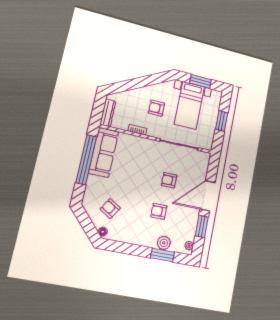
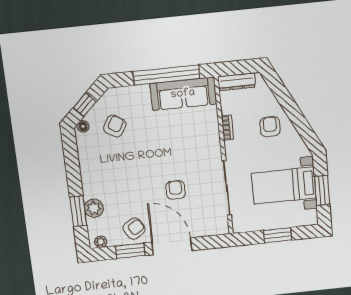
armchair: (156, 108) -> (270, 127), moved
armchair: (159, 211) -> (134, 229), moved, turned 58
window: (88, 225) -> (85, 105), added

